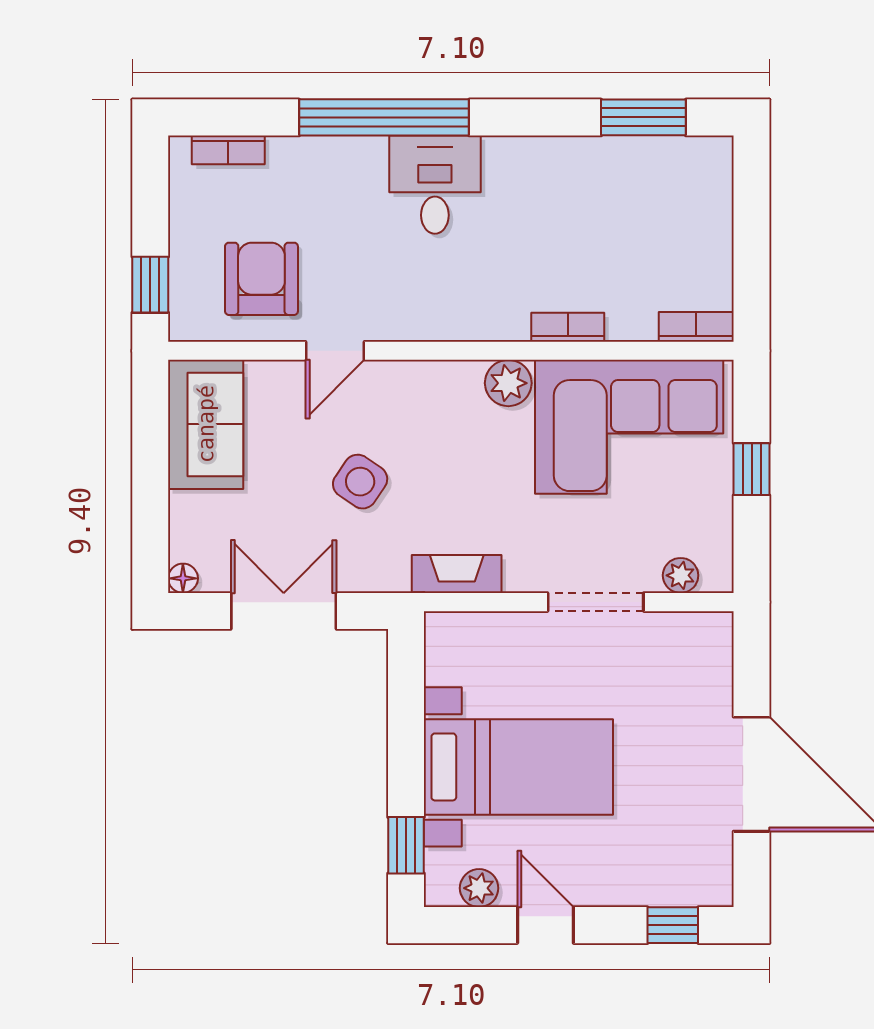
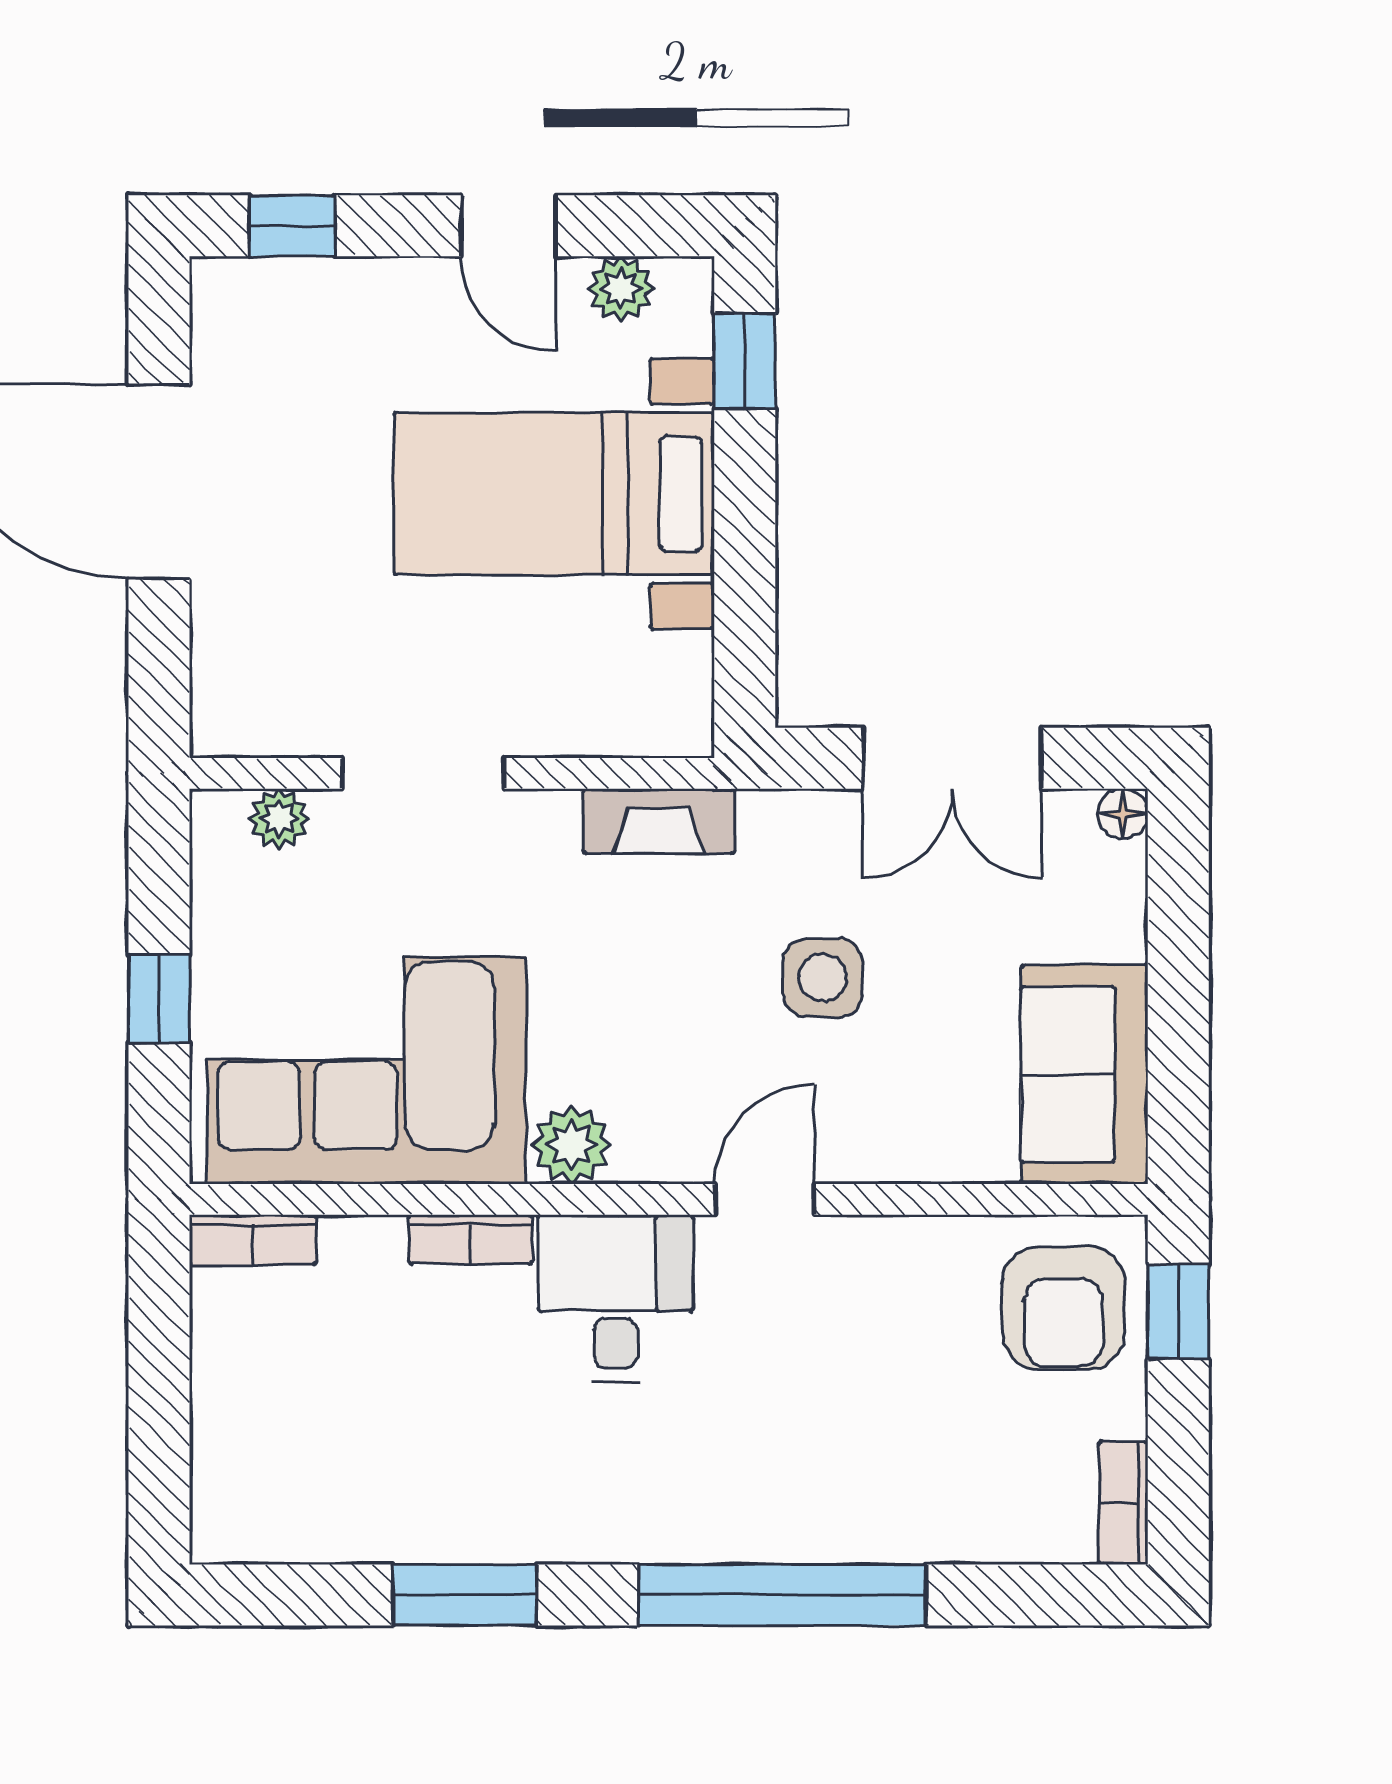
window: (643, 117) -> (465, 1595), moved
bookcase: (228, 150) -> (1123, 1503), moved, turned -90
desk: (435, 185) -> (616, 1298), moved, turned 180
armchair: (261, 279) -> (1063, 1308), moved
door: (335, 351) -> (765, 1199), moved
side table: (360, 482) -> (823, 978), turned -34

